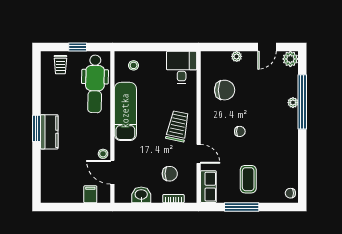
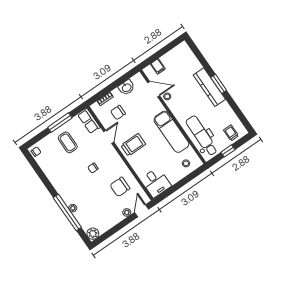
door: (267, 47) -> (142, 211), moved
trolley: (178, 126) -> (133, 145), turned -102
kitchen counter: (49, 132) -> (209, 87), width x1.50
door: (199, 154) -> (109, 137), swing flipped

